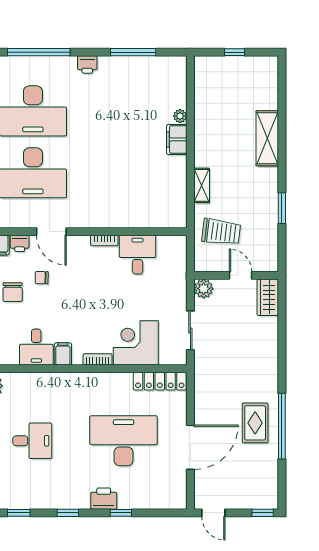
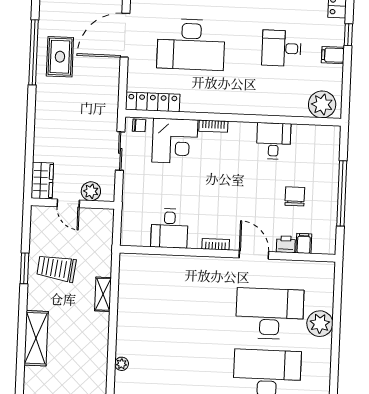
filing cabinet: (177, 139) -> (126, 341), removed
trolley: (221, 232) -> (56, 268), moved
bookcase: (104, 240) -> (216, 244), moved
chair: (42, 278) -> (139, 125), moved
plant: (204, 289) -> (91, 191), moved
filing cabinet: (63, 354) -> (247, 133), removed

